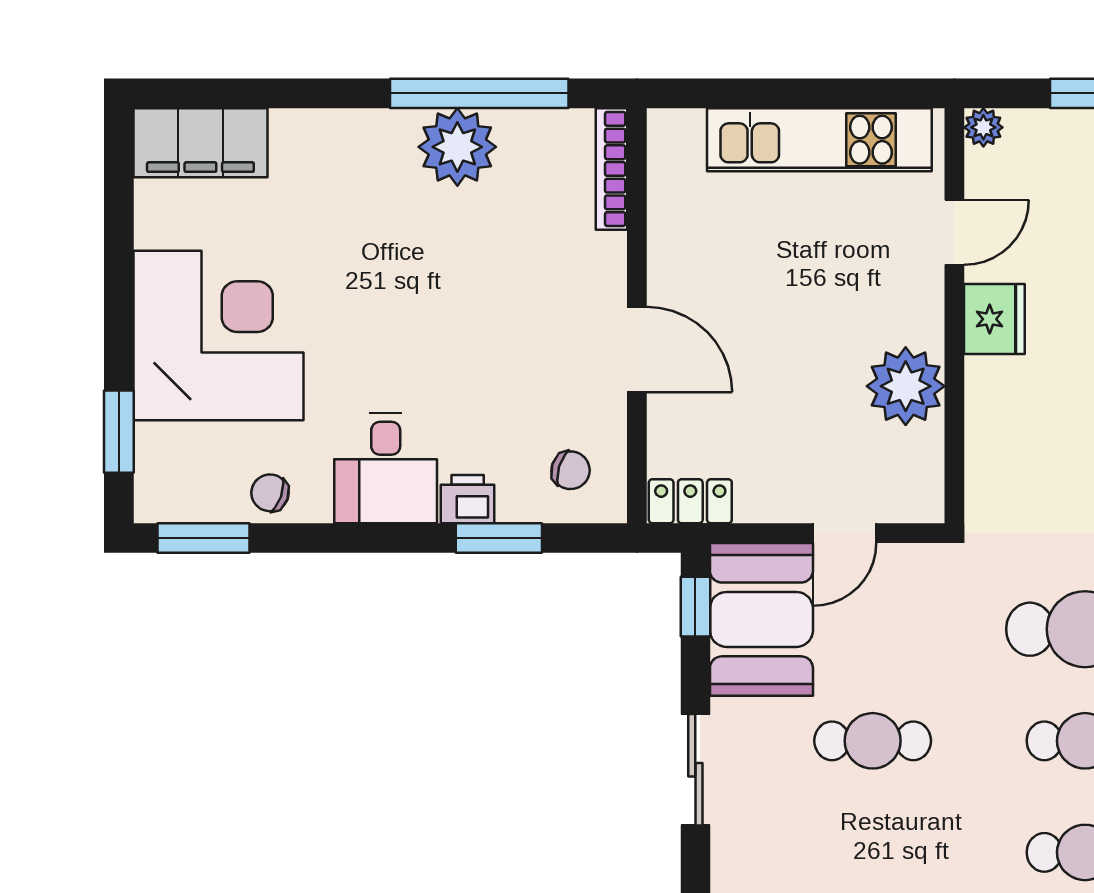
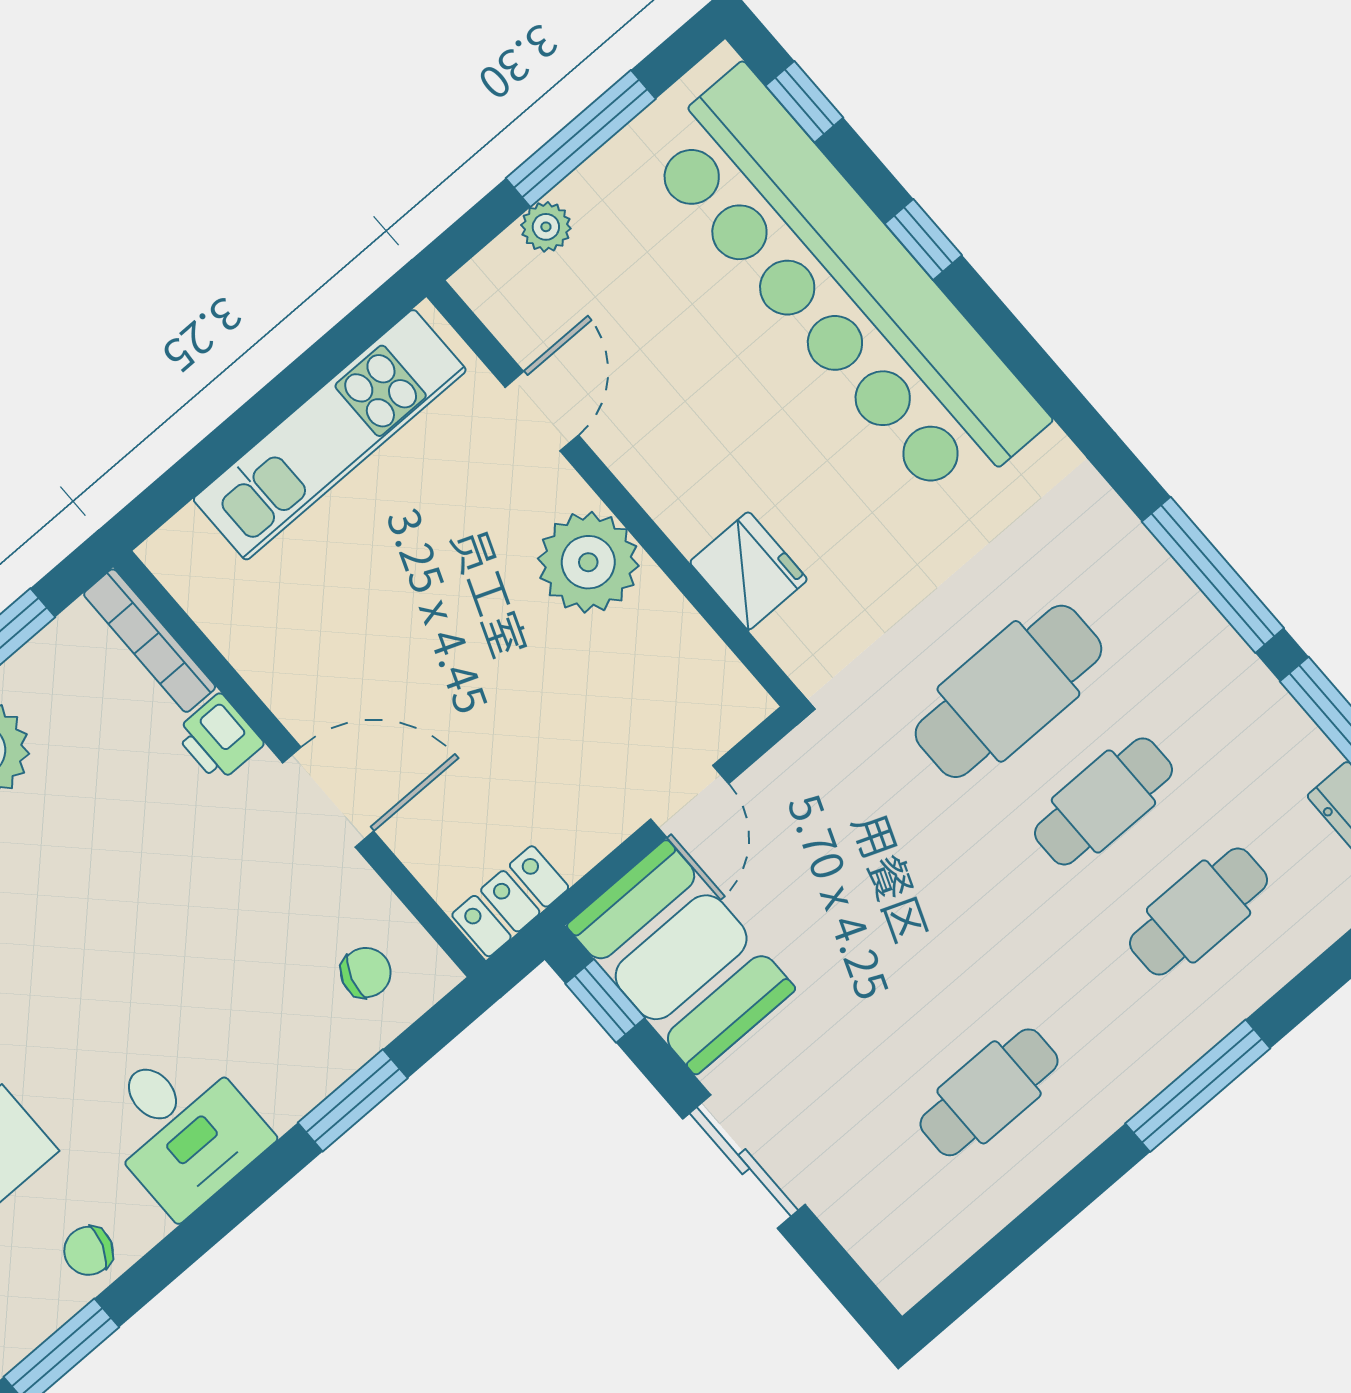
plant: (983, 127) -> (546, 227), moved
fridge: (994, 319) -> (749, 571), moved
plant: (906, 386) -> (588, 562), moved
printer: (468, 499) -> (219, 738), moved, turned -90
cafe table: (873, 741) -> (989, 1092), moved

